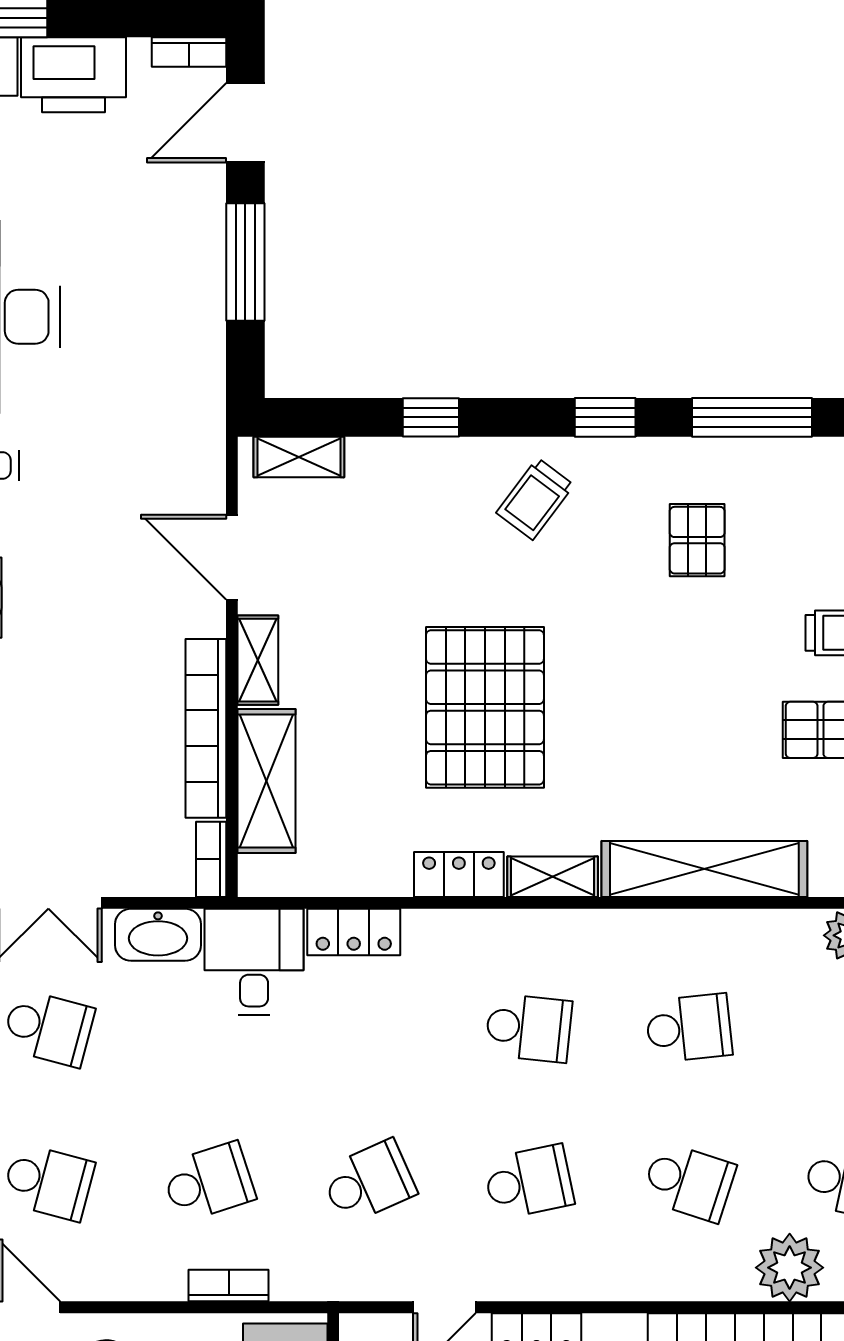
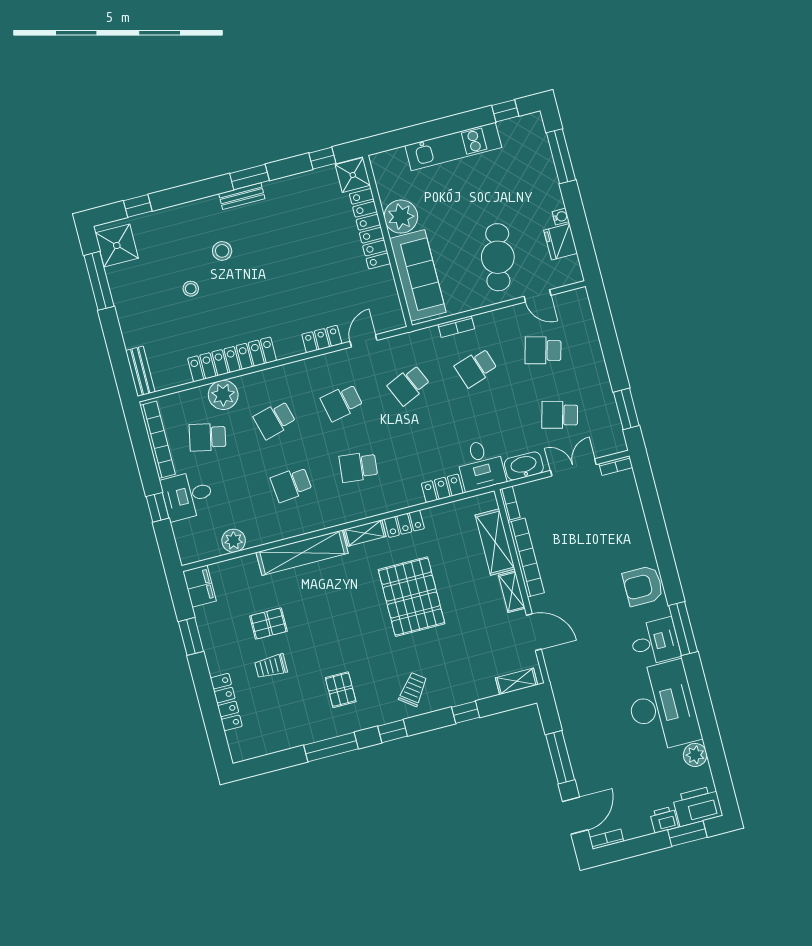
printer: (74, 75) -> (664, 820), width x0.53, depth x0.68
school desk: (689, 1182) -> (275, 420), turned -33

